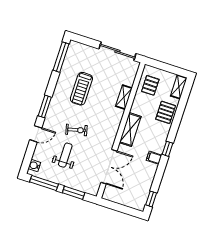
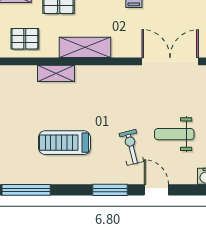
treadmill: (81, 89) -> (64, 143), turned 180
exercise bike: (77, 130) -> (131, 147), moved
shelving: (130, 130) -> (85, 47), moved

